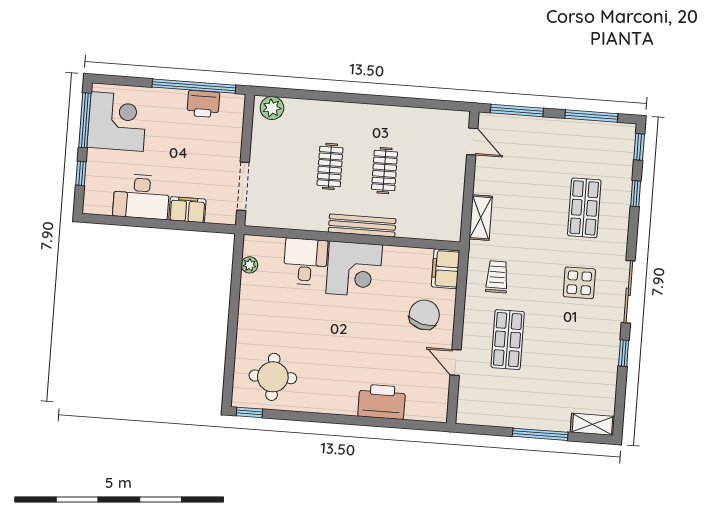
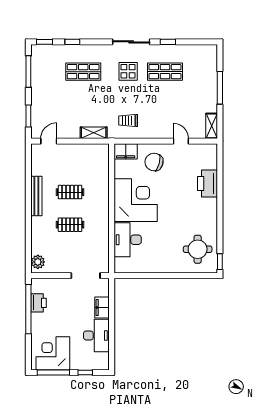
window: (517, 110) -> (28, 116), width x0.69
bench: (362, 225) -> (36, 196), moved
desk: (305, 262) -> (128, 240), width x1.37
plant: (249, 265) -> (132, 268), removed
corner desk: (354, 269) -> (136, 200), width x1.36, depth x1.36
shop shelf: (508, 340) -> (165, 72), moved
door: (456, 362) -> (181, 141), swing flipped
shelving: (592, 424) -> (212, 126), moved

